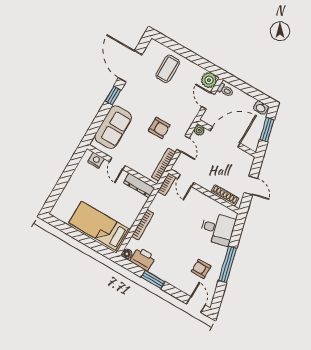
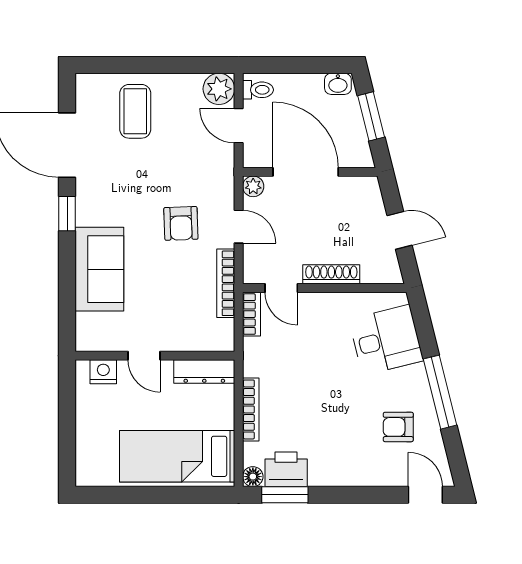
armchair: (159, 128) -> (181, 223), turned 88
door: (225, 137) -> (306, 172), hinge flipped
nightstand: (96, 160) -> (103, 372), moved
door: (117, 164) -> (144, 356), moved
wall: (122, 166) -> (155, 356), moved
dresser: (139, 185) -> (204, 372), moved
shoe rack: (225, 195) -> (331, 274), moved
window: (153, 279) -> (285, 495), moved

